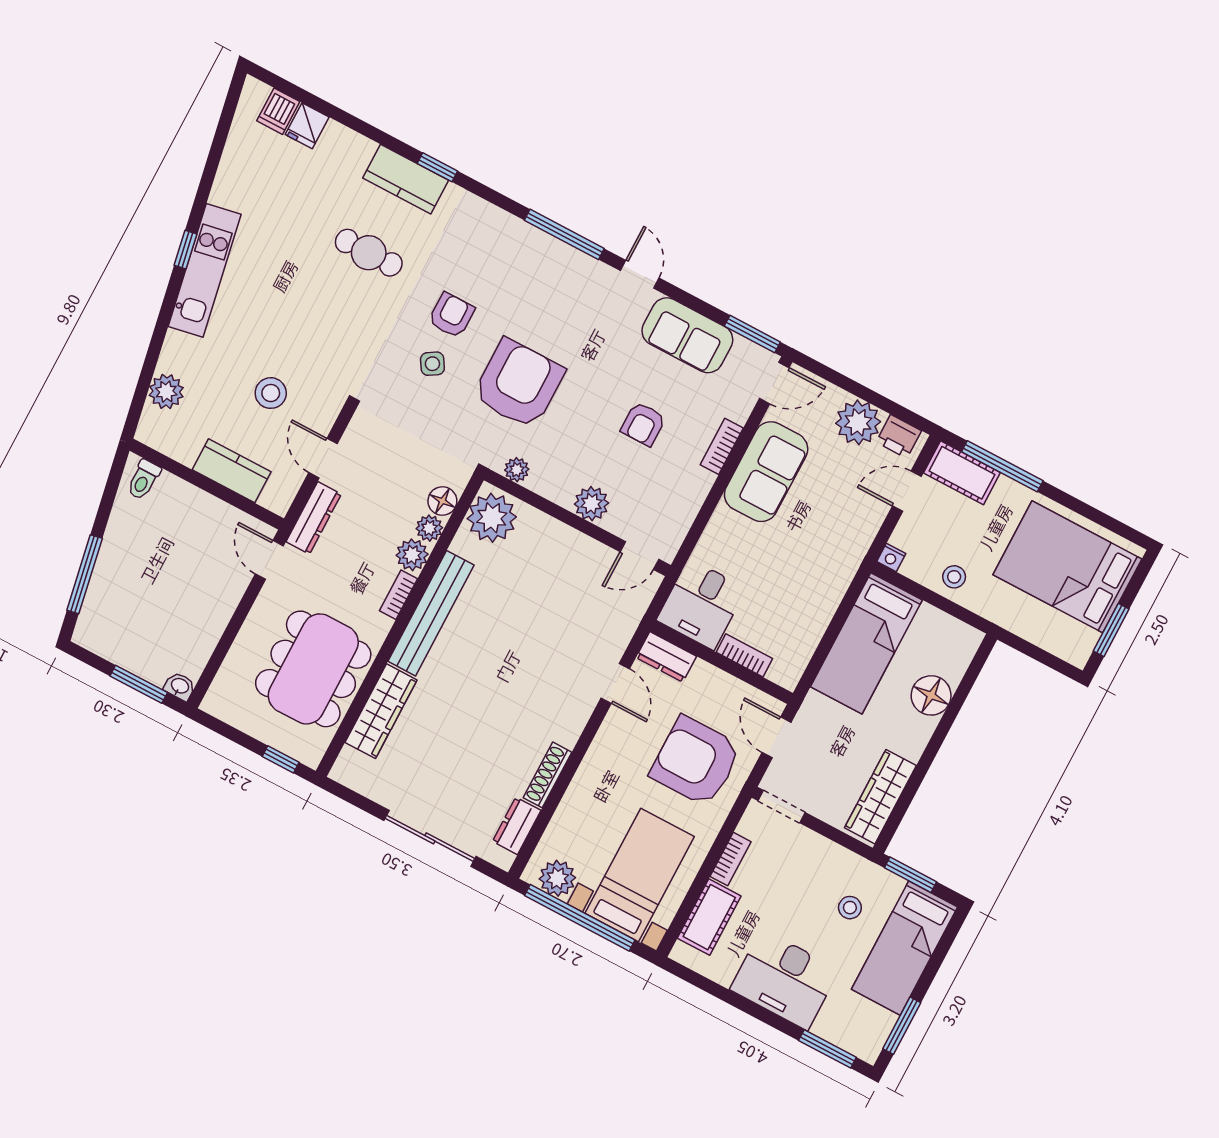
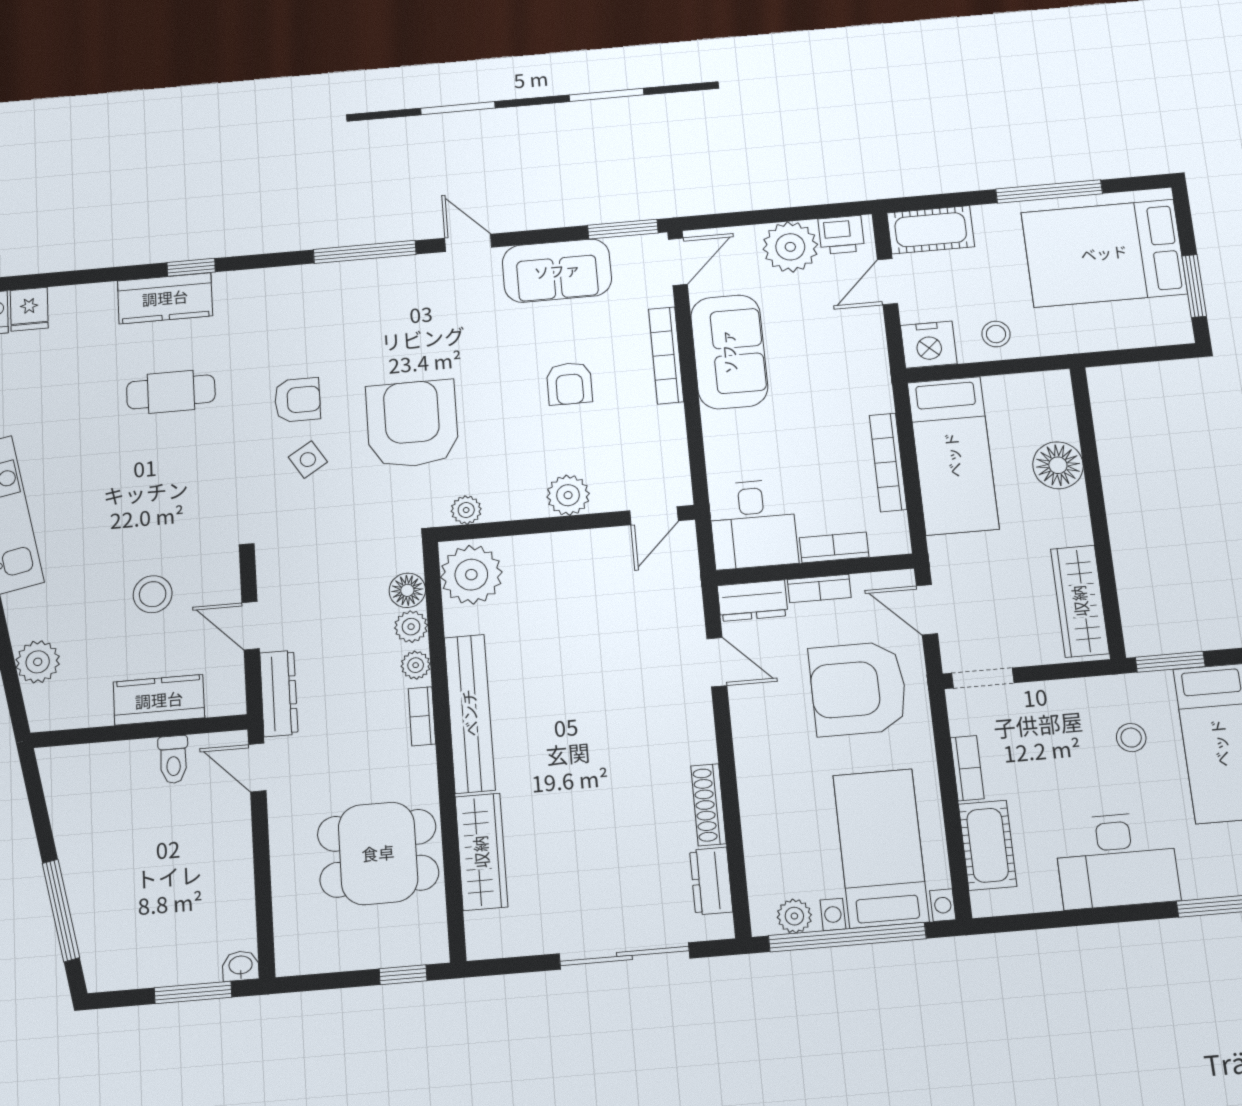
armchair: (451, 315) -> (297, 400), turned 90
bookcase: (722, 446) -> (666, 355), width x1.56
window: (1002, 466) -> (1049, 191), moved
toilet: (144, 480) -> (173, 760), moved
plant: (412, 555) -> (416, 665), width x0.73, depth x0.73
nightstand: (891, 558) -> (929, 345), width x1.89, depth x1.79
bookcase: (820, 620) -> (888, 462), added
dining table: (313, 669) -> (378, 853), width x0.73
bookcase: (716, 677) -> (819, 589), added
plant: (557, 878) -> (794, 916), width x0.73, depth x0.73

